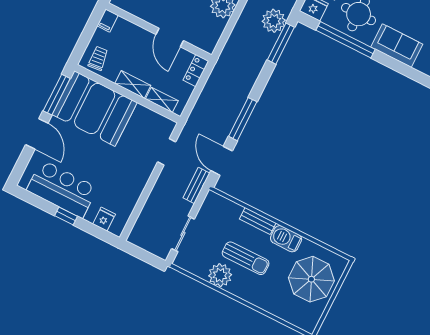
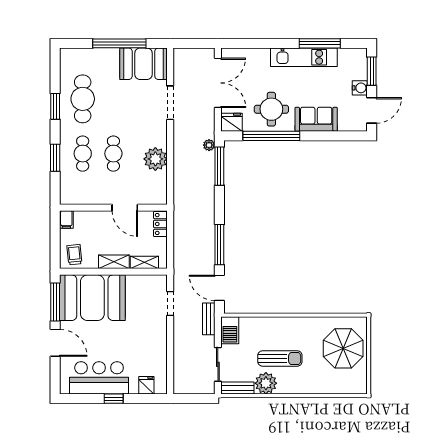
plant: (274, 21) -> (209, 145), width x0.53, depth x0.53
bench: (258, 221) -> (238, 388), moved
barbecue: (286, 239) -> (230, 330), moved, turned -90

